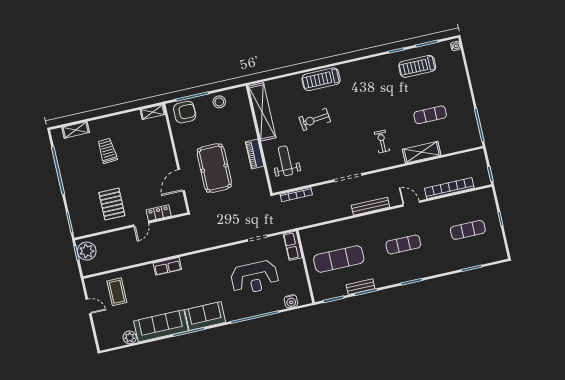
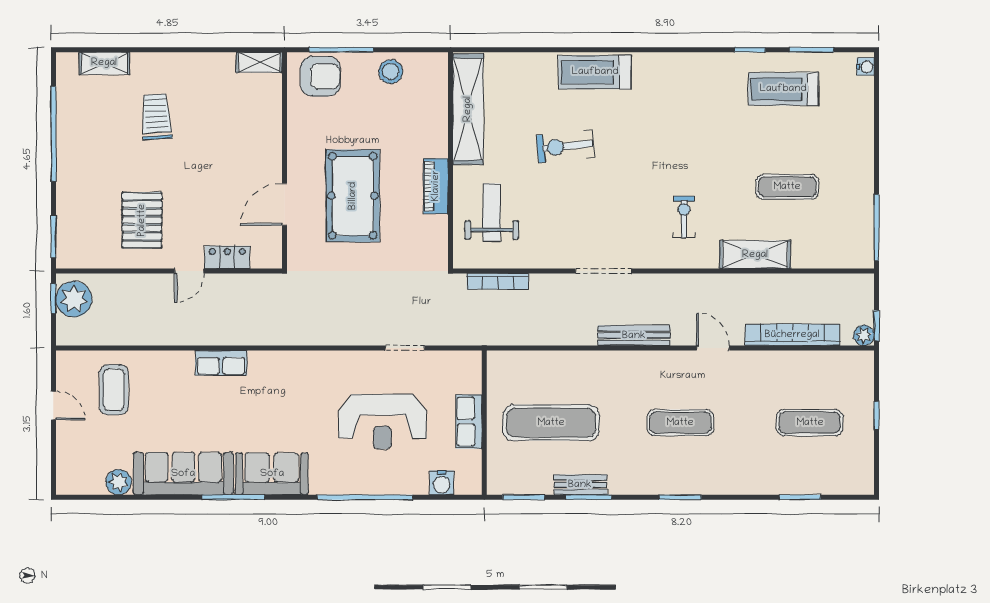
plant: (485, 180) -> (864, 335), added
row of seats: (293, 246) -> (469, 422), moved

